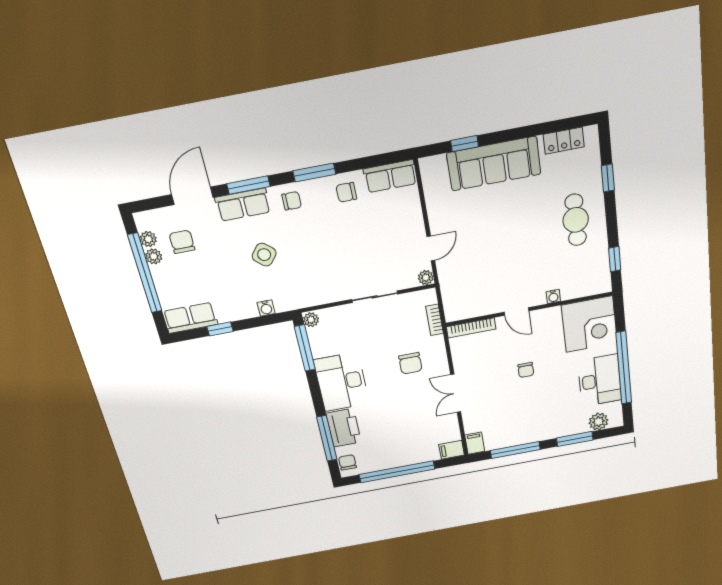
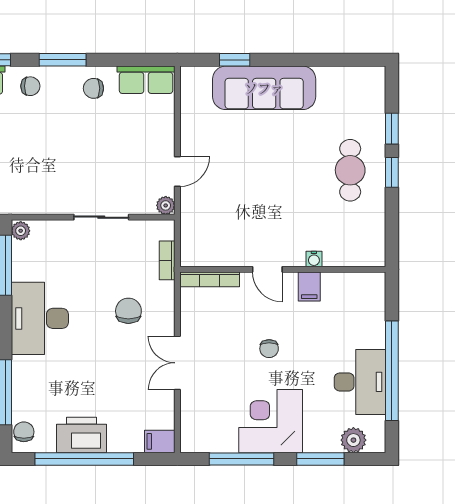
locker: (564, 141) -> (346, 77), removed
window: (615, 259) -> (392, 172), moved
corner desk: (589, 324) -> (271, 421), moved, turned 180
chair: (410, 363) -> (128, 311), turned 180
printer: (344, 428) -> (82, 435), moved, turned -90
filing cabinet: (475, 443) -> (309, 286), moved, turned 180

